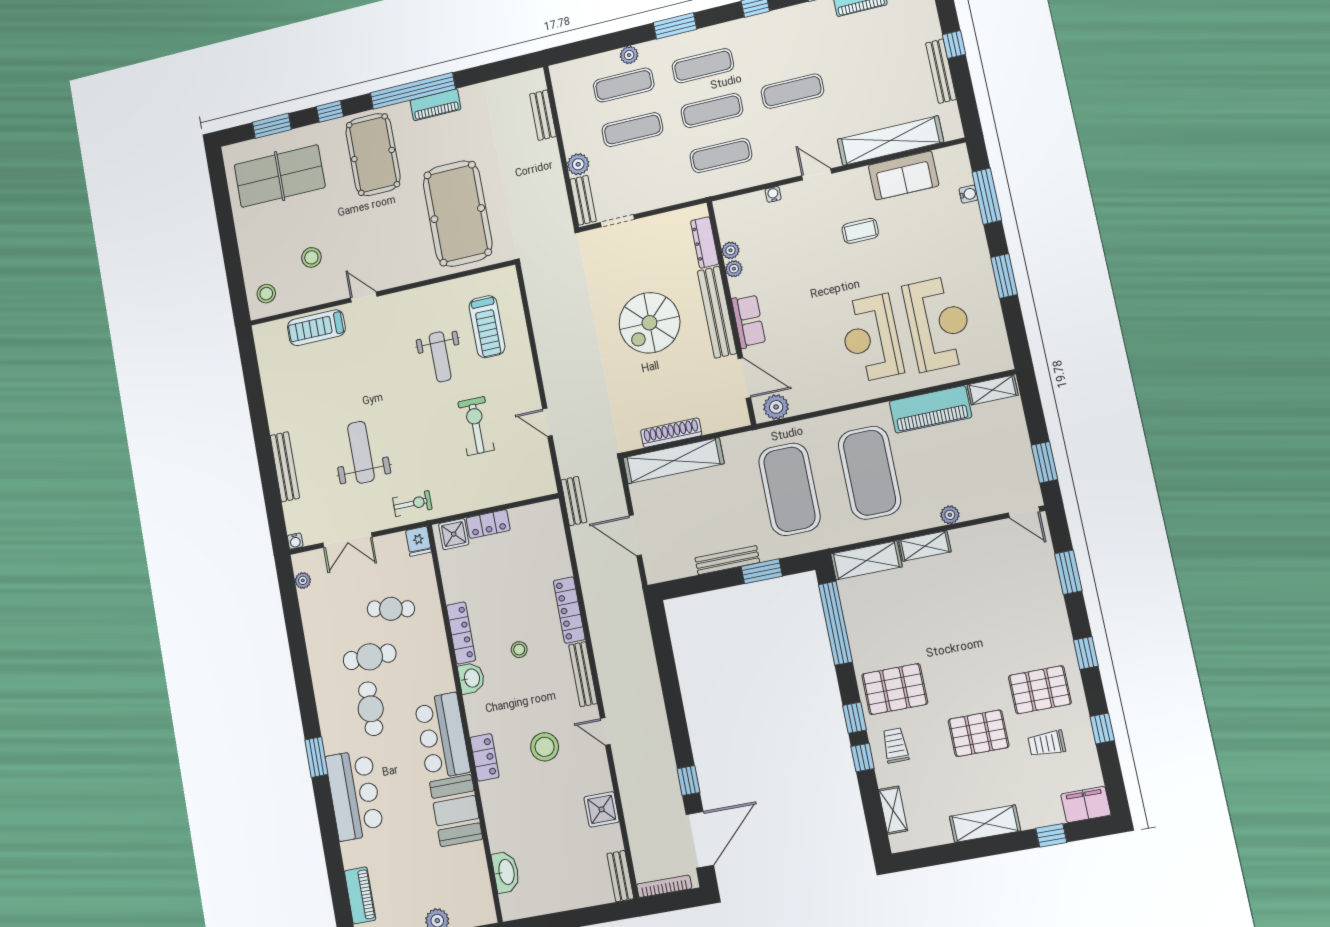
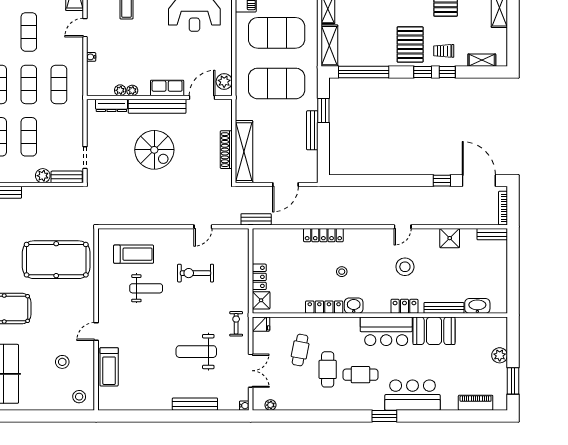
bench: (583, 674) -> (444, 308), moved

